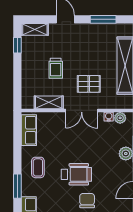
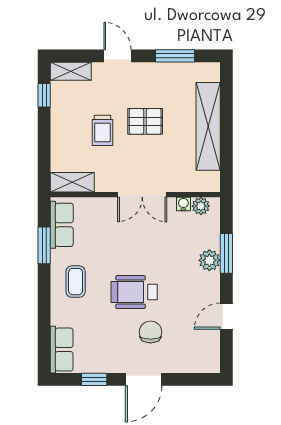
pallet: (89, 84) -> (145, 121), moved
shelving: (49, 102) -> (72, 182), moved
wheelchair: (76, 174) -> (134, 292), turned 180
window: (17, 186) -> (44, 245), moved

